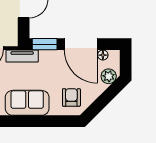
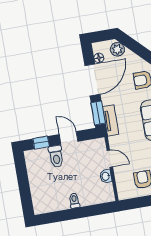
tv unit: (22, 56) -> (111, 121), moved

